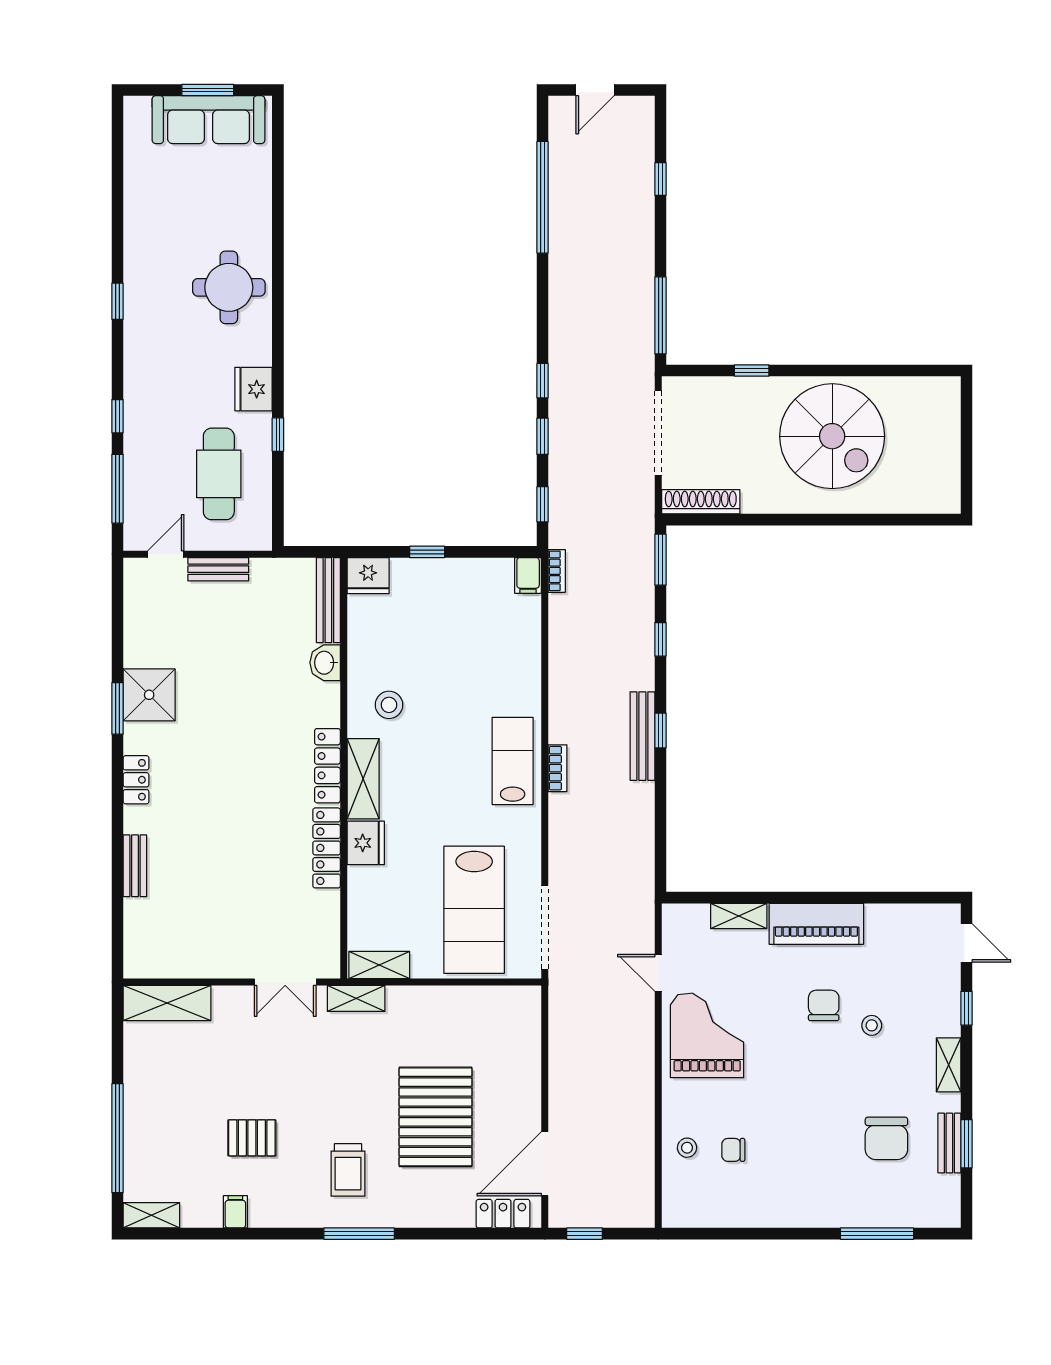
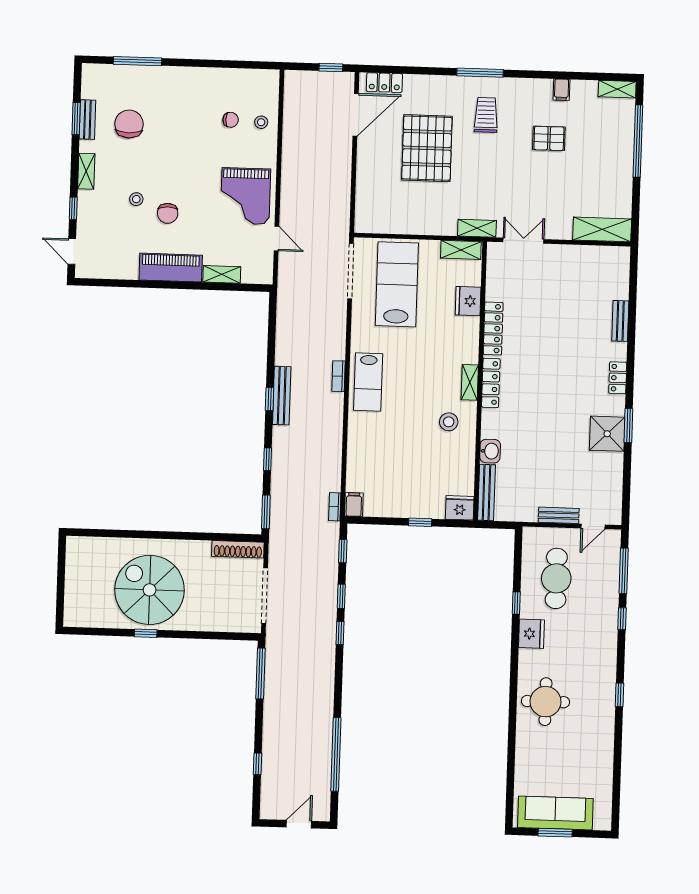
window: (752, 371) -> (146, 633), moved
shelving: (363, 779) -> (470, 382), width x0.67, depth x0.75
fridge: (366, 843) -> (468, 301), moved

